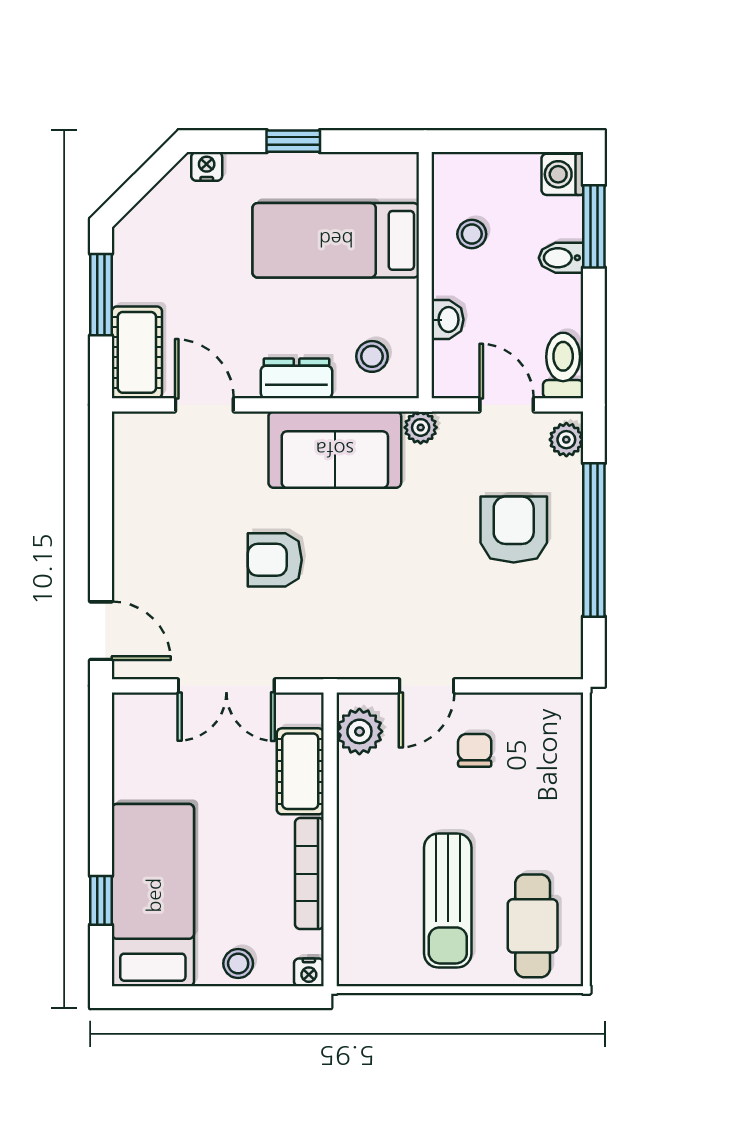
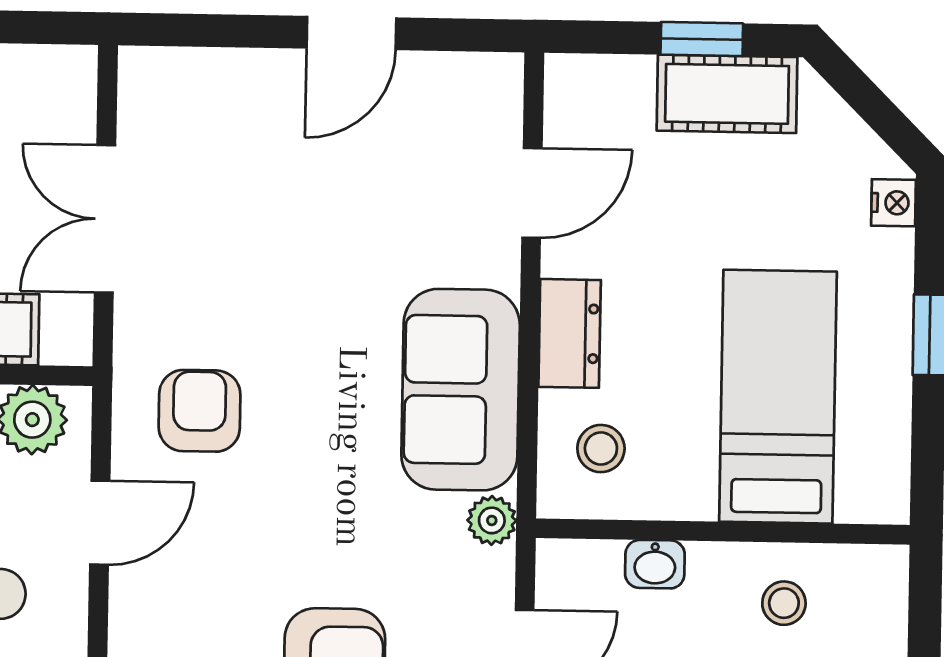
window: (101, 295) -> (702, 39), width x0.67
cot: (137, 352) -> (727, 94), moved
armchair: (275, 560) -> (200, 411), moved
door: (101, 631) -> (351, 33), moved
door: (427, 686) -> (100, 523), swing flipped

